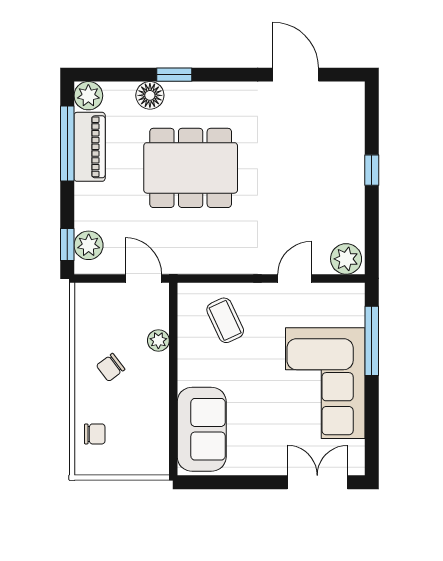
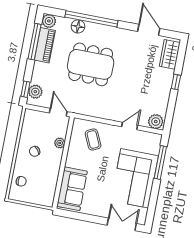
window: (174, 75) -> (91, 19), width x3.17
wardrobe: (348, 117) -> (170, 54), added

